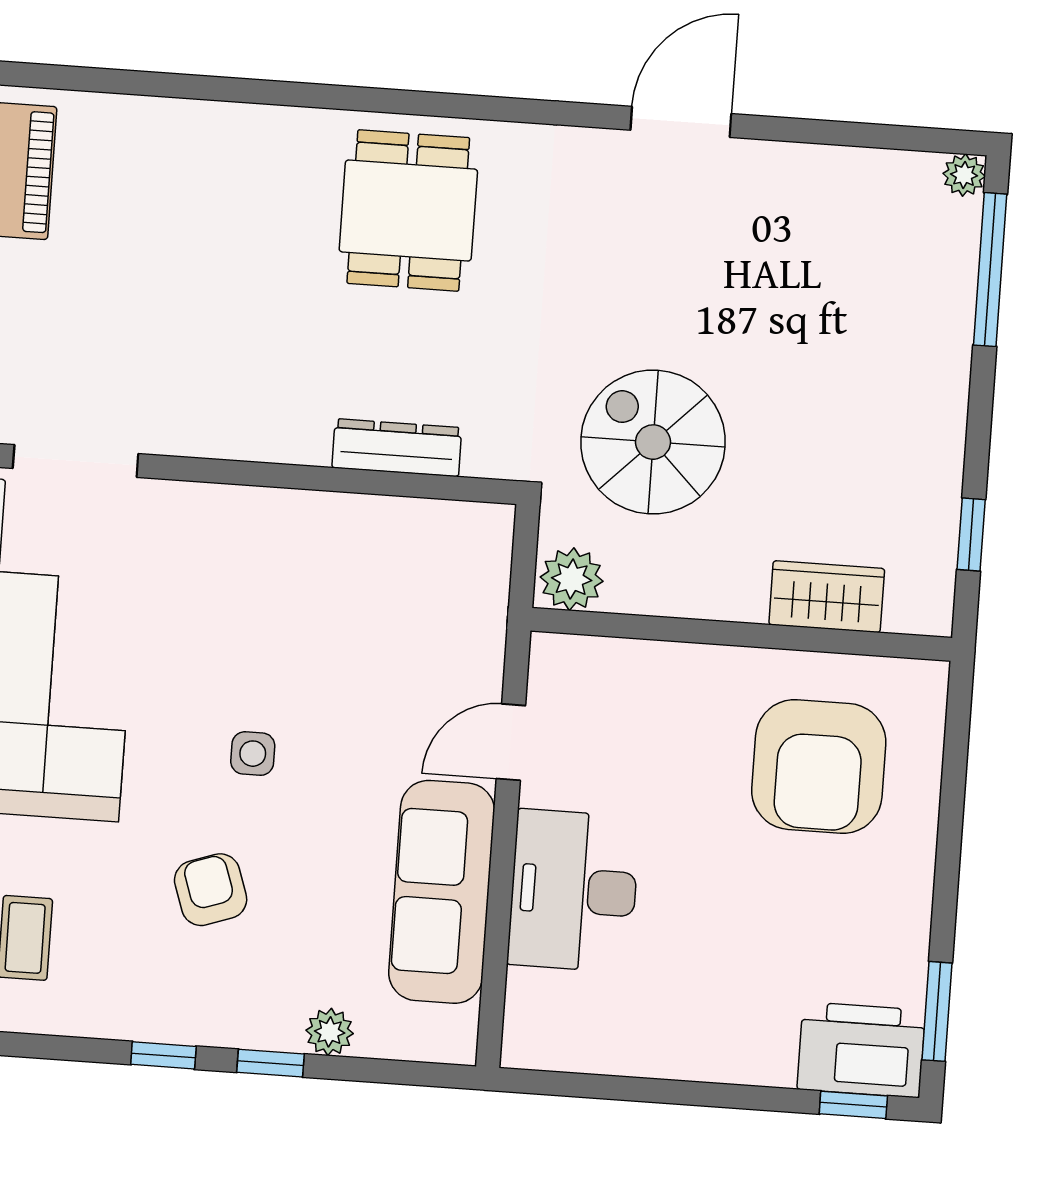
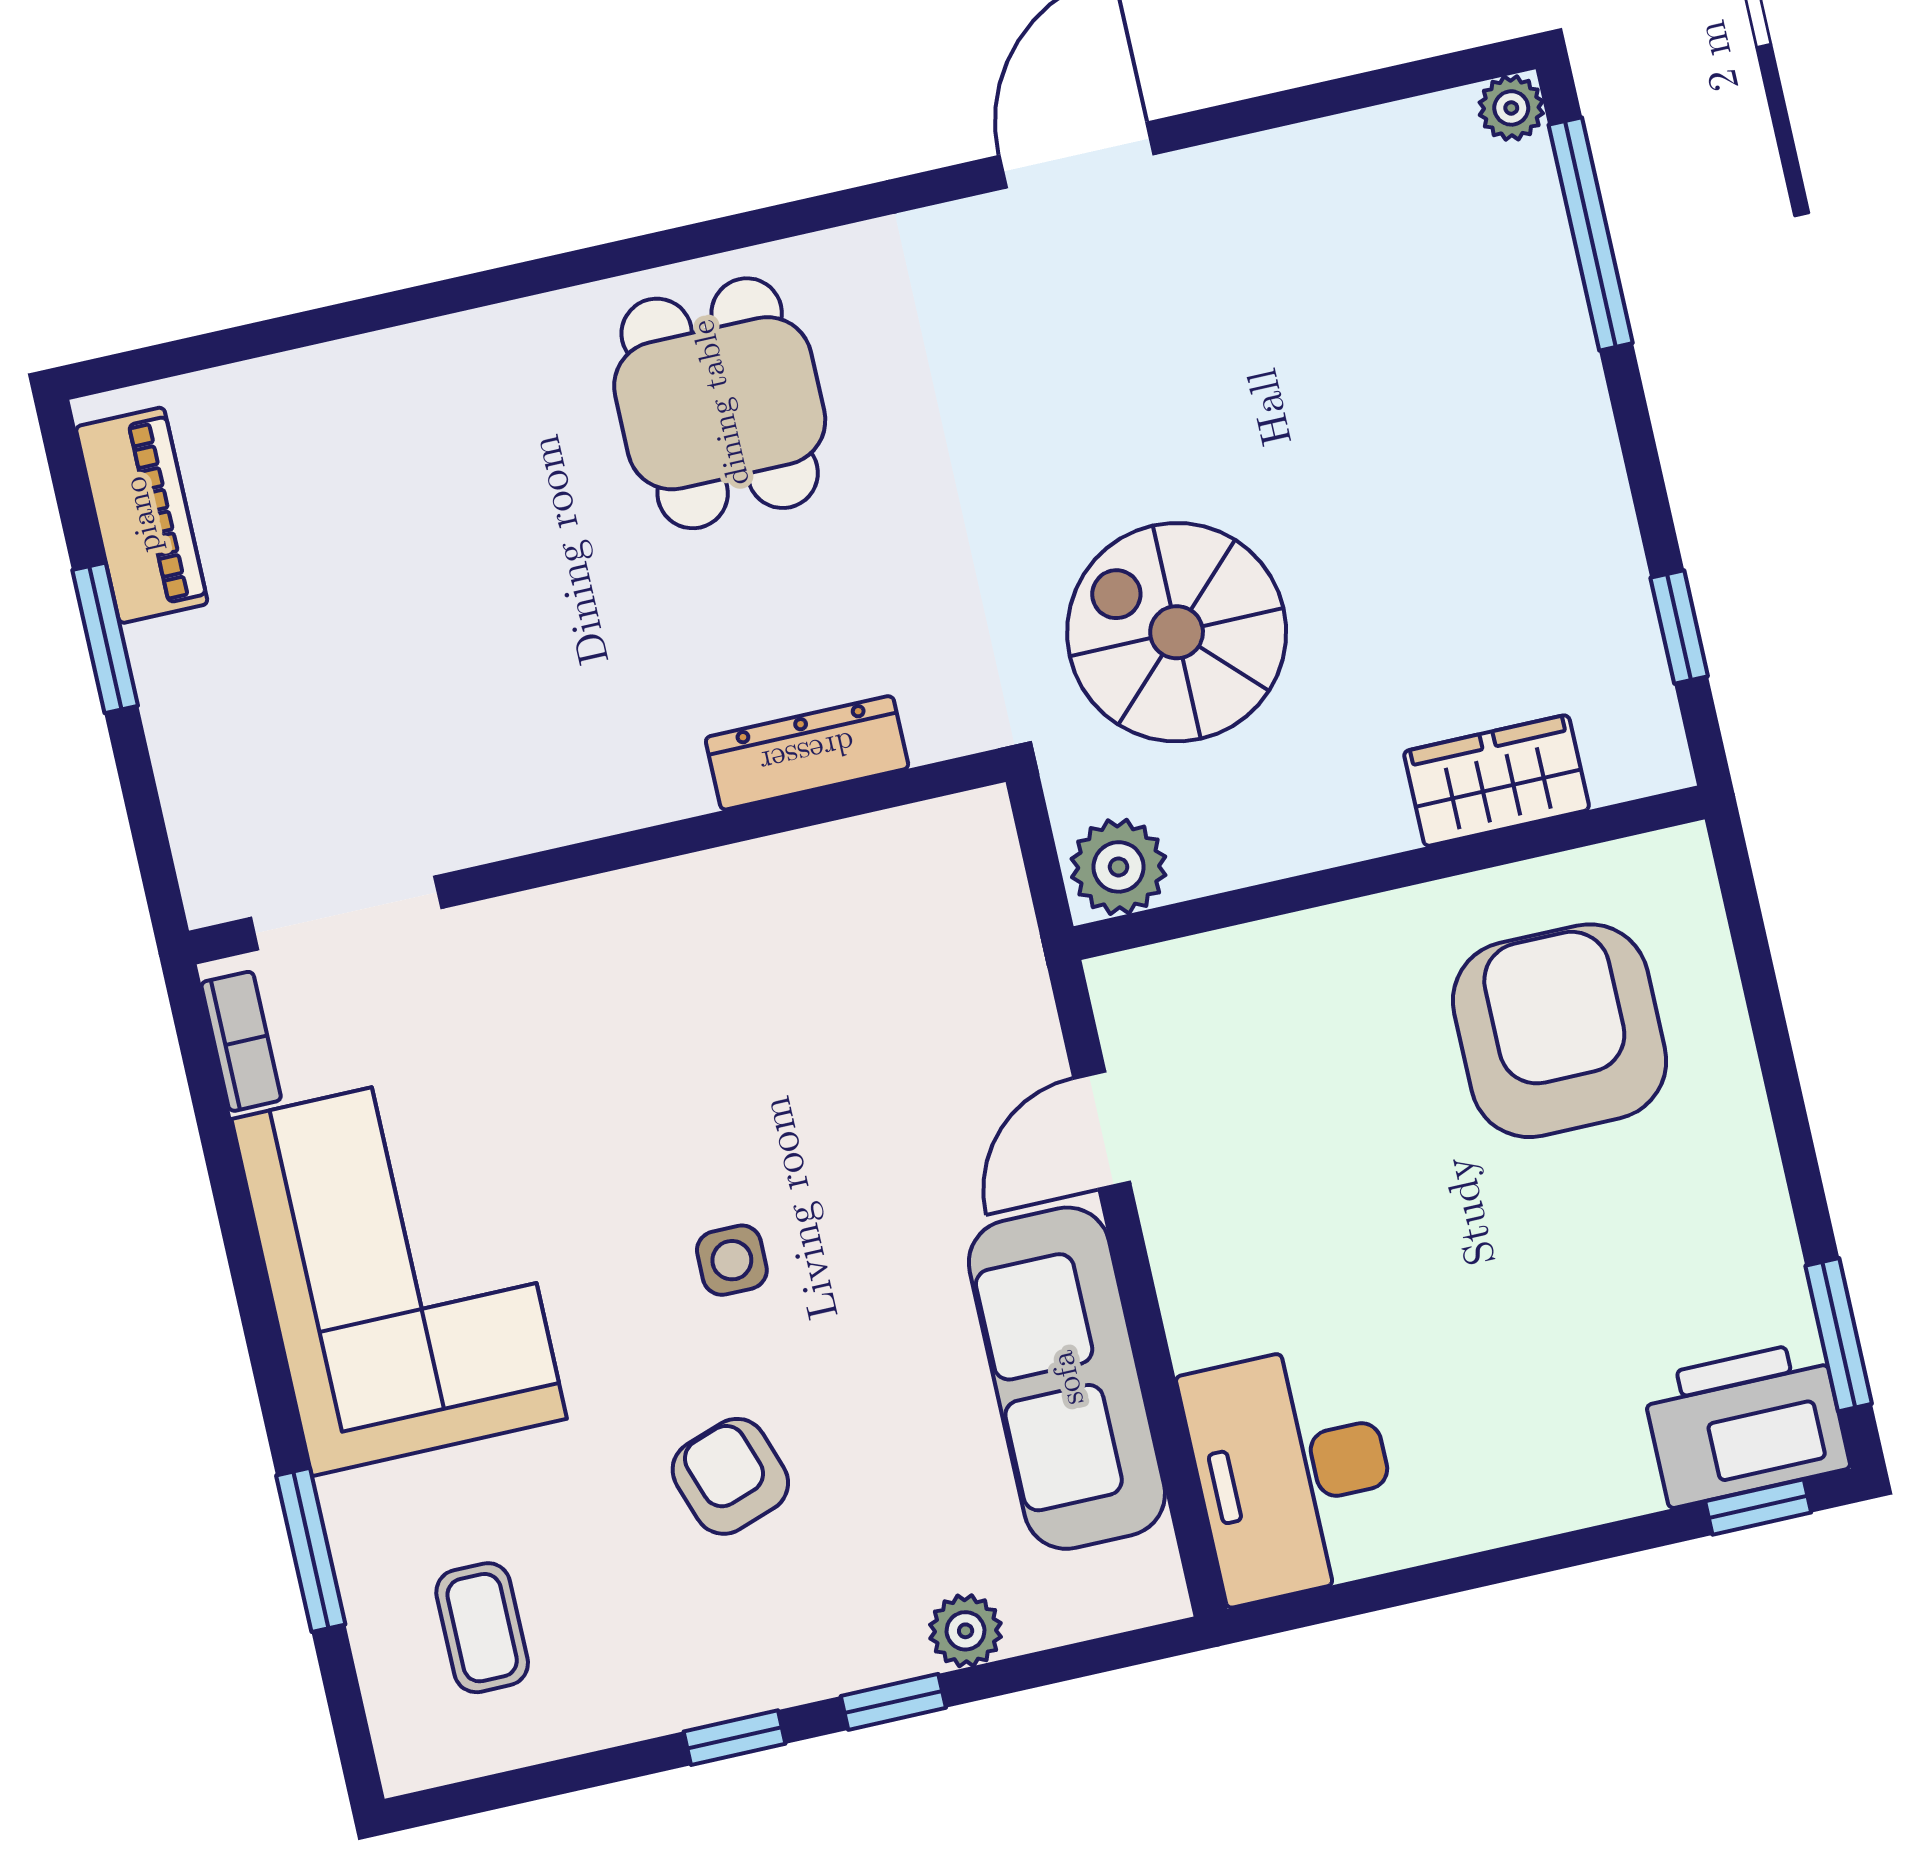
armchair: (819, 766) -> (1560, 1031), turned 180
desk: (573, 891) -> (1292, 1472), moved

